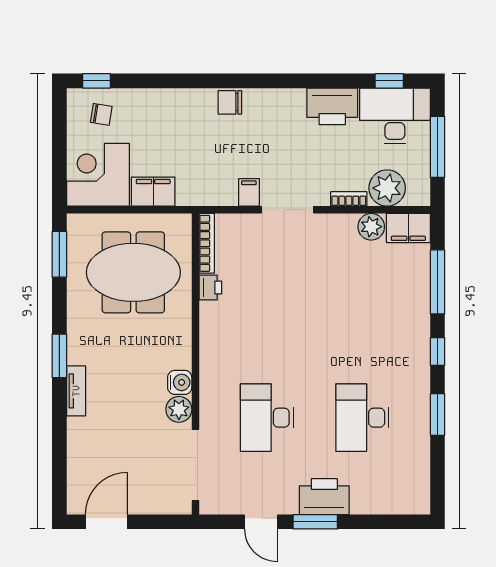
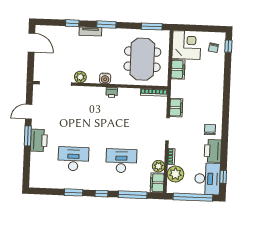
chair: (230, 102) -> (210, 130), moved
window: (437, 147) -> (193, 197), width x1.46
filing cabinet: (249, 192) -> (176, 108), width x2.00
printer: (210, 288) -> (112, 92), moved
water cooler: (180, 382) -> (105, 78), moved
desk: (267, 418) -> (121, 161), moved
window: (59, 432) -> (72, 23), added

